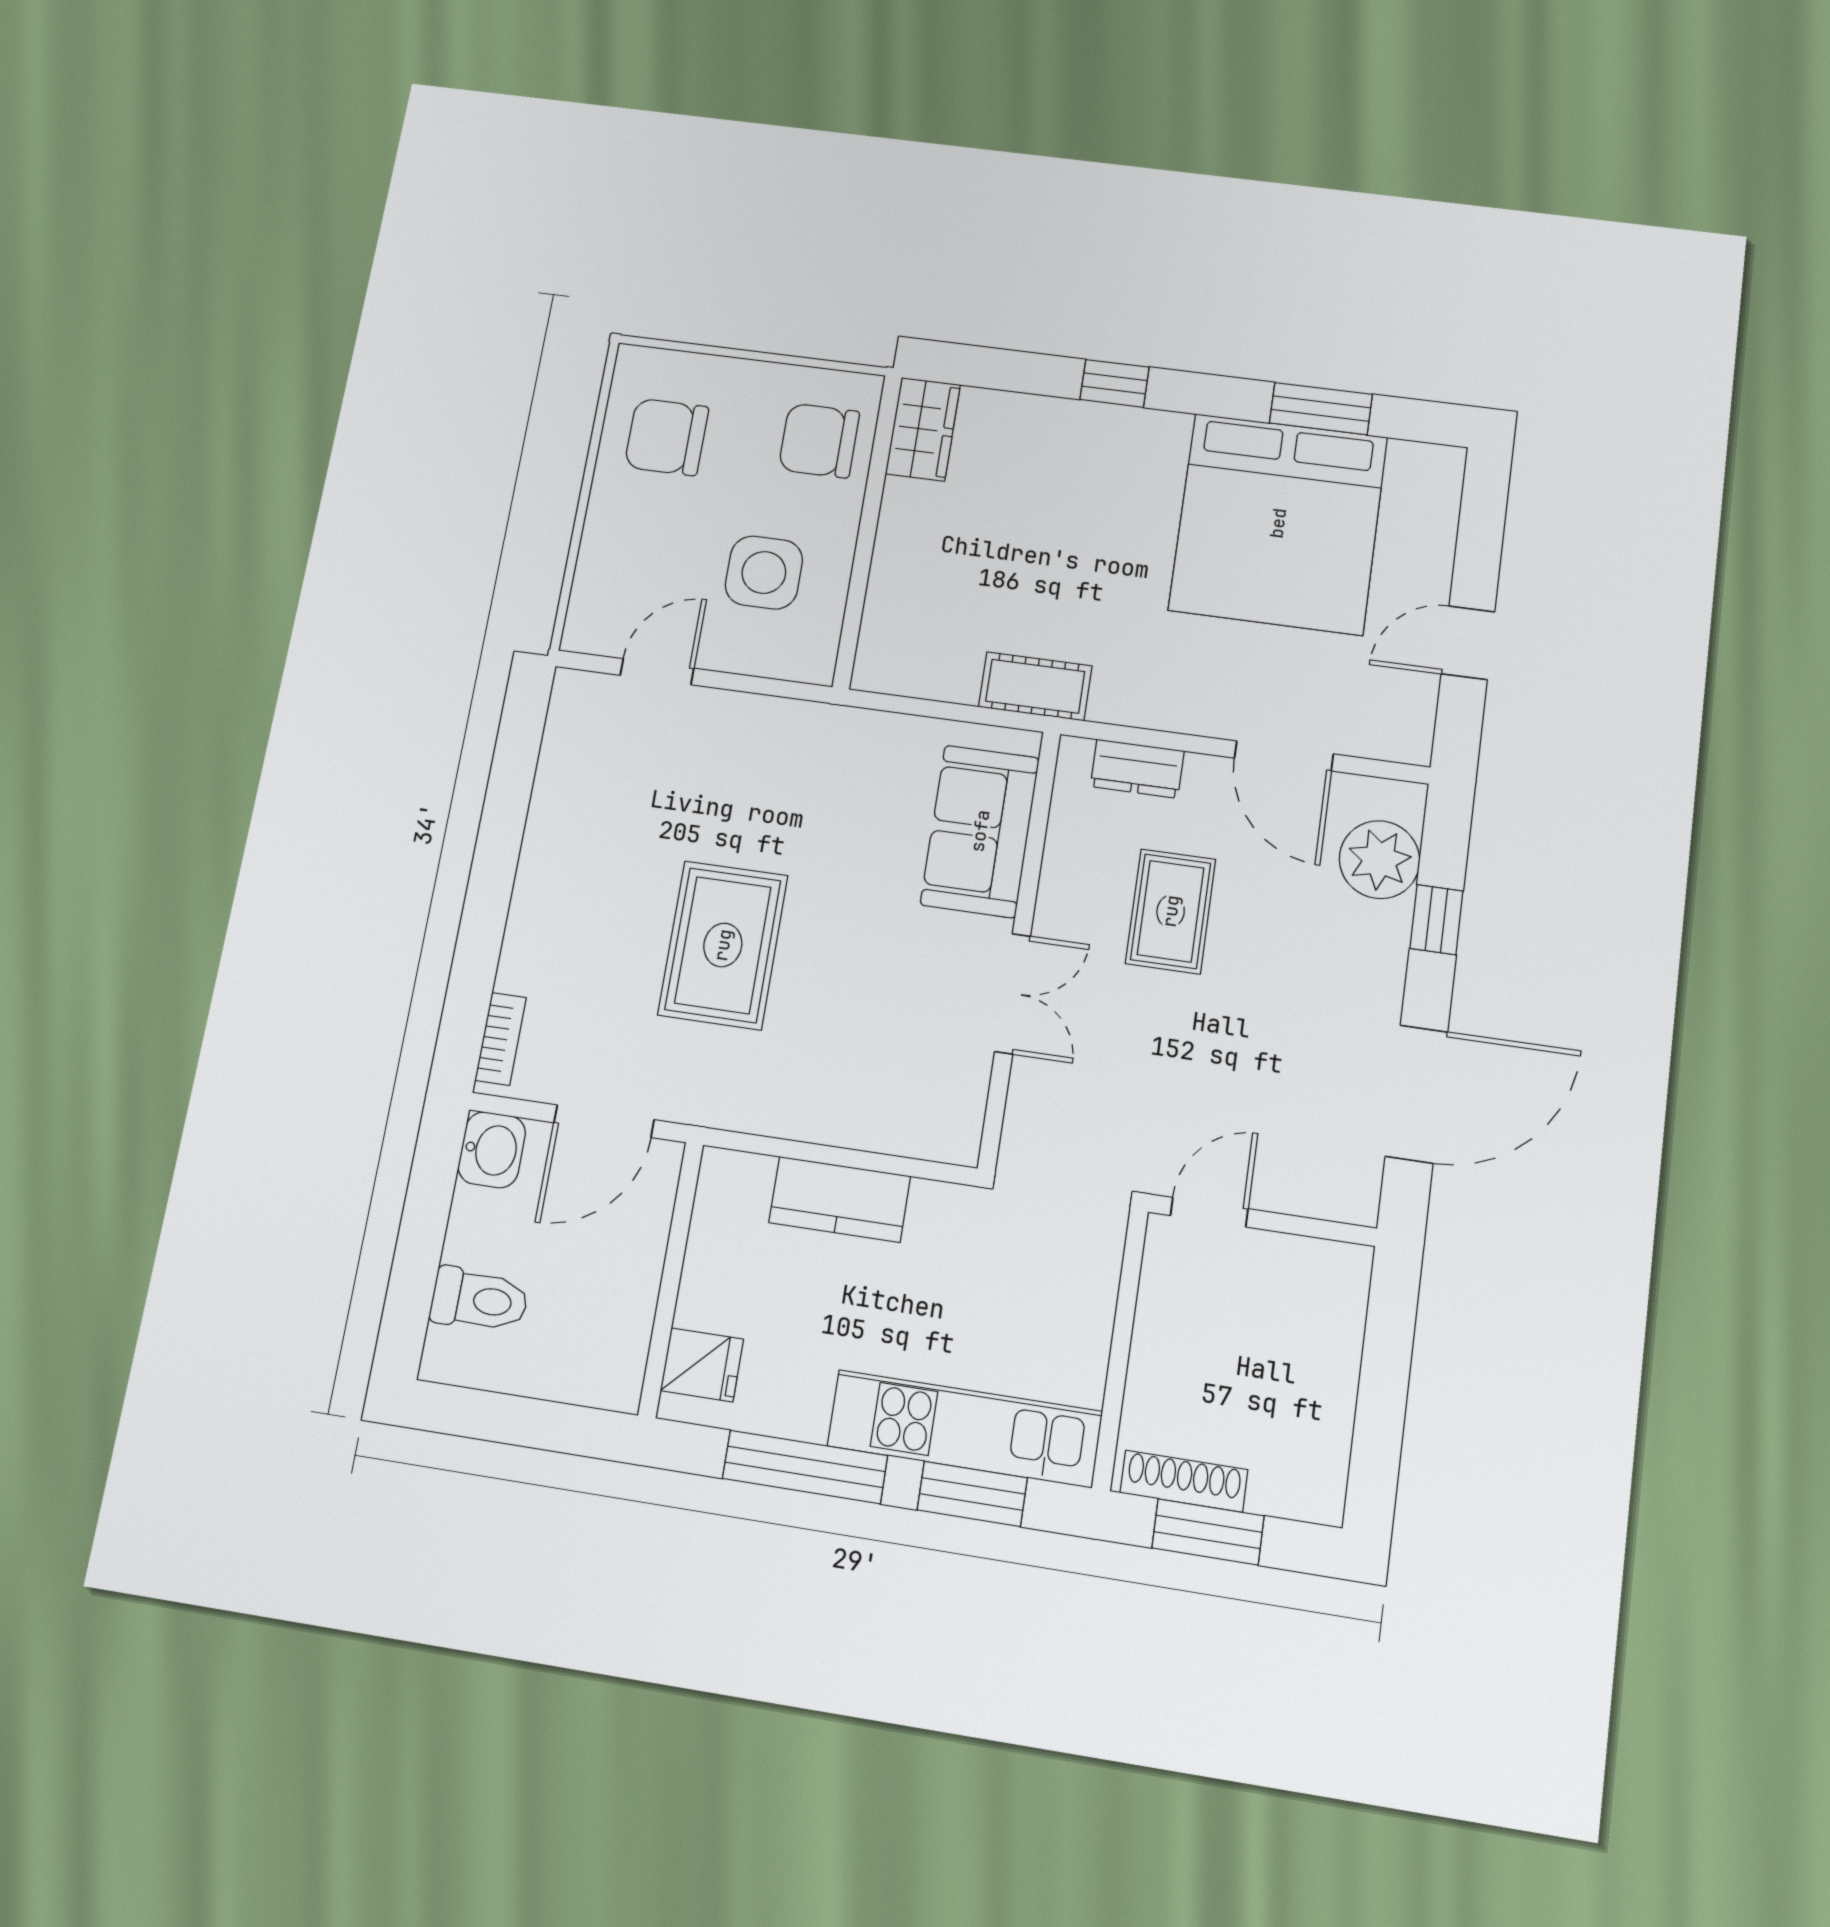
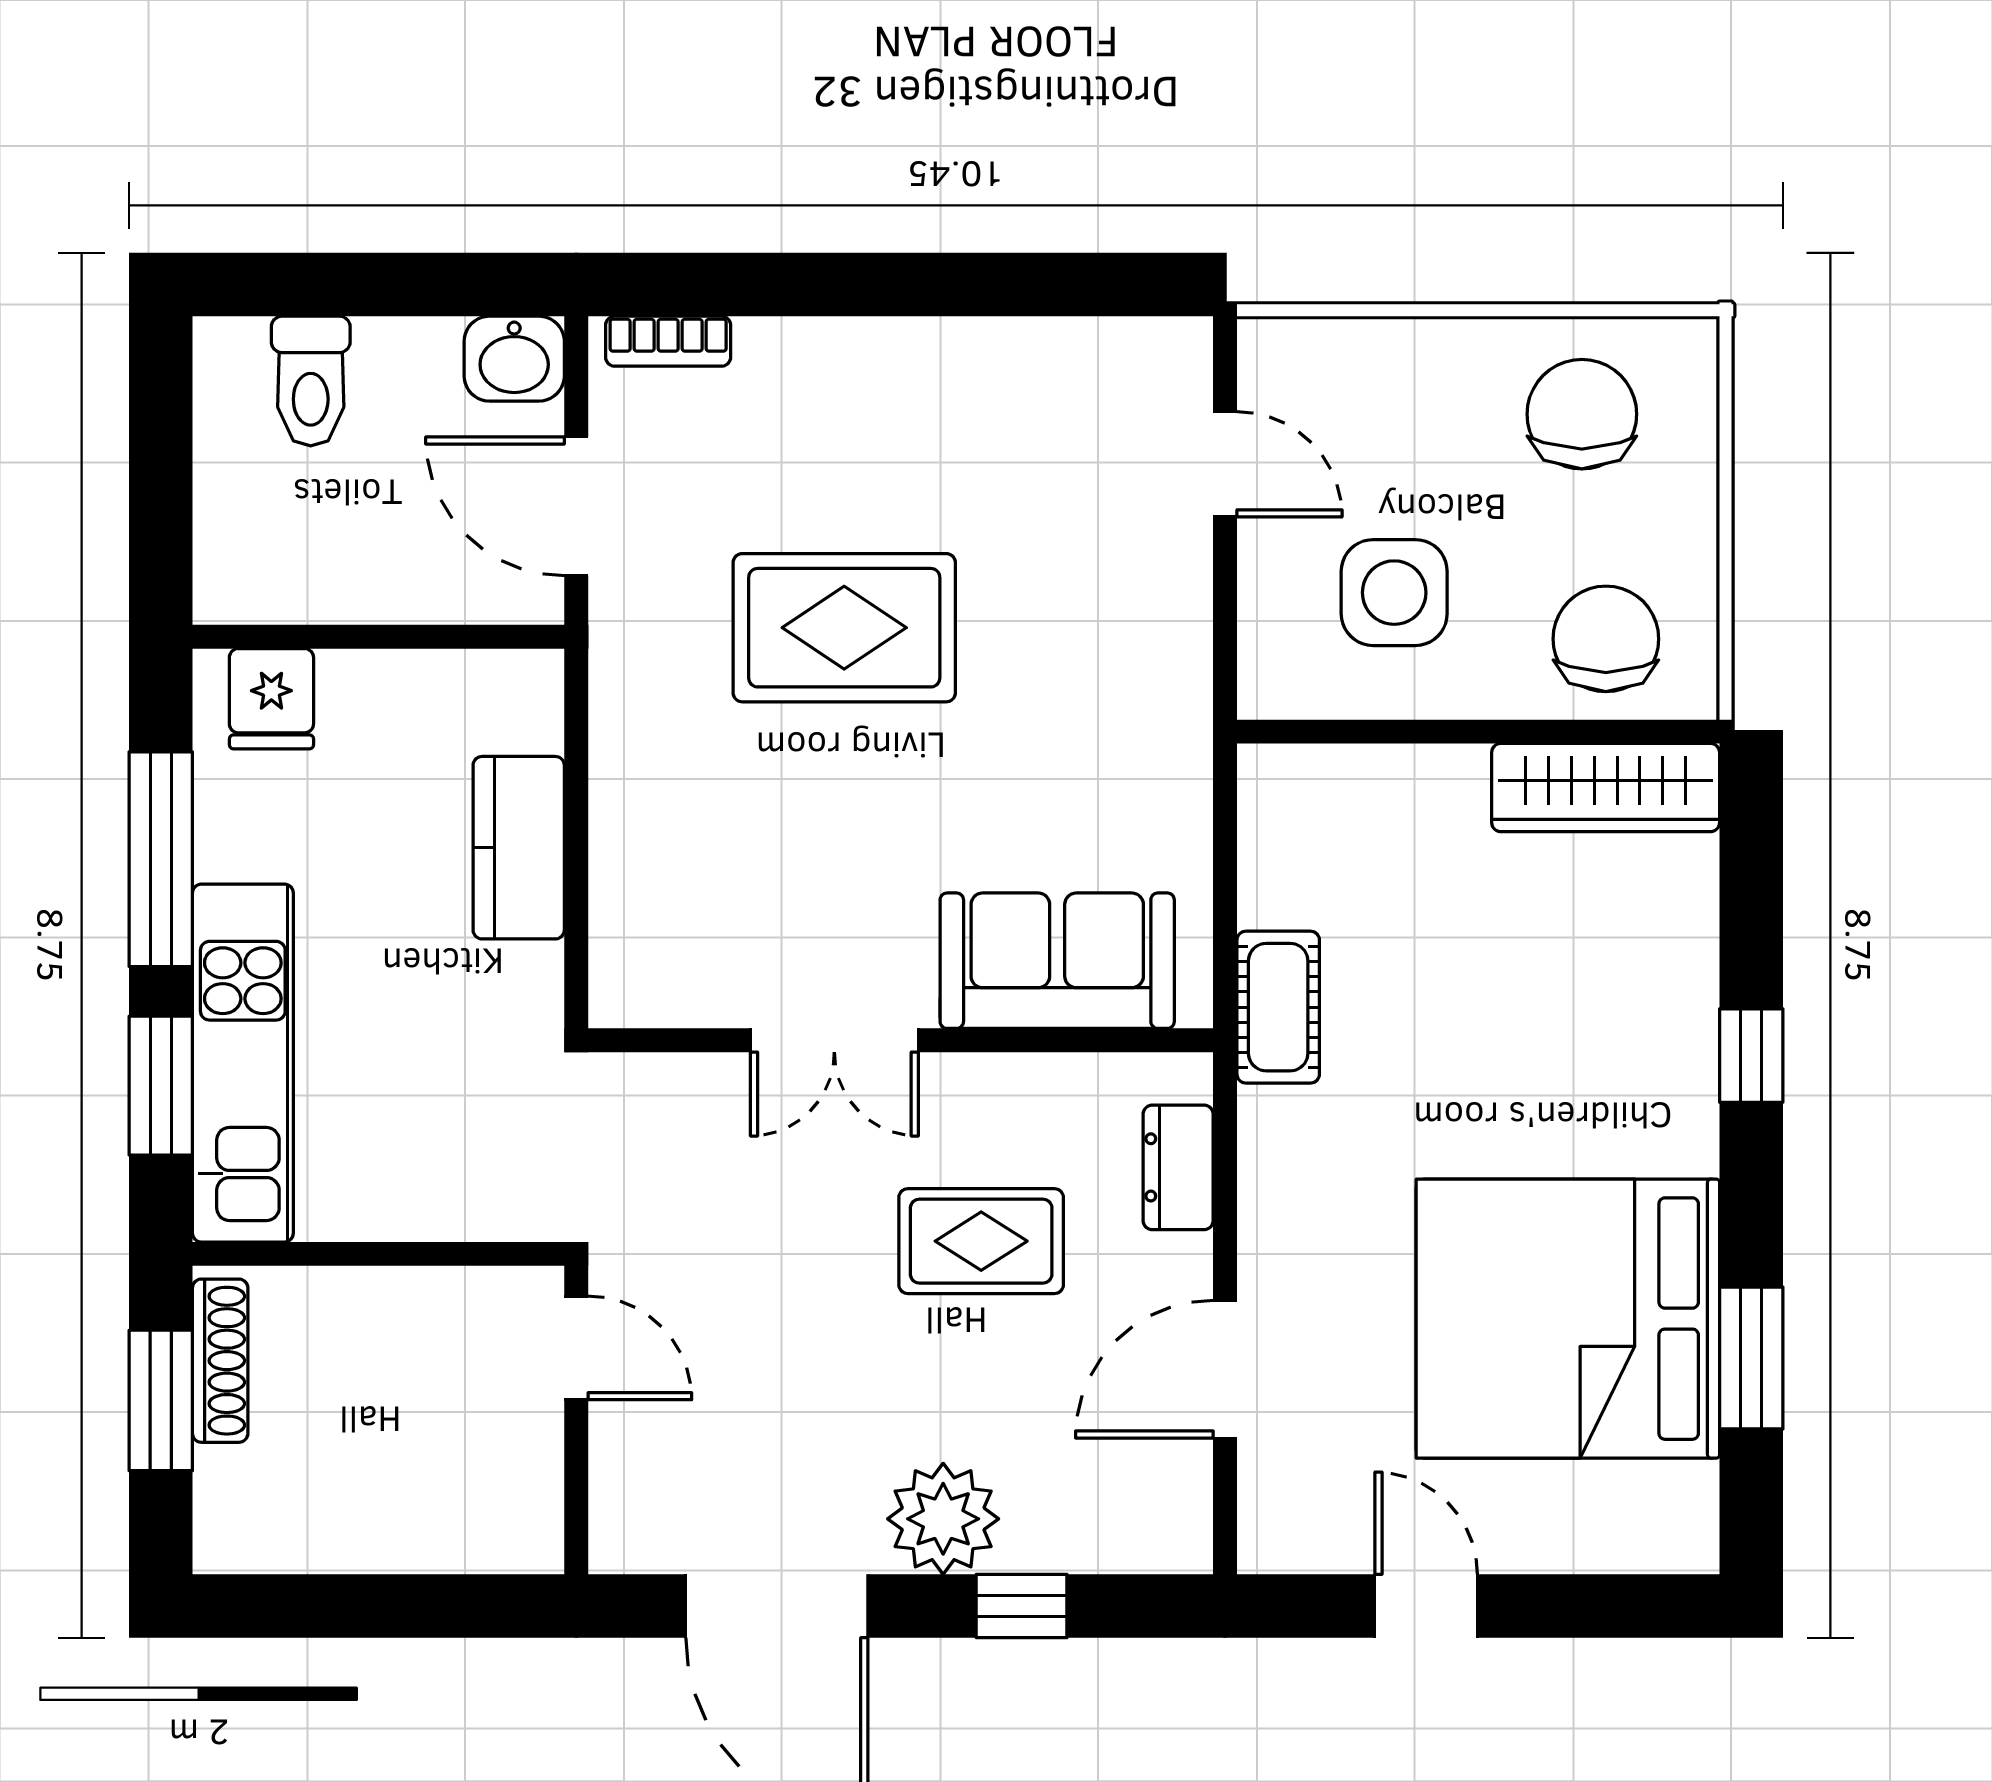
wardrobe: (923, 429) -> (1606, 788), width x1.50
plant: (1380, 860) -> (943, 1519), moved

